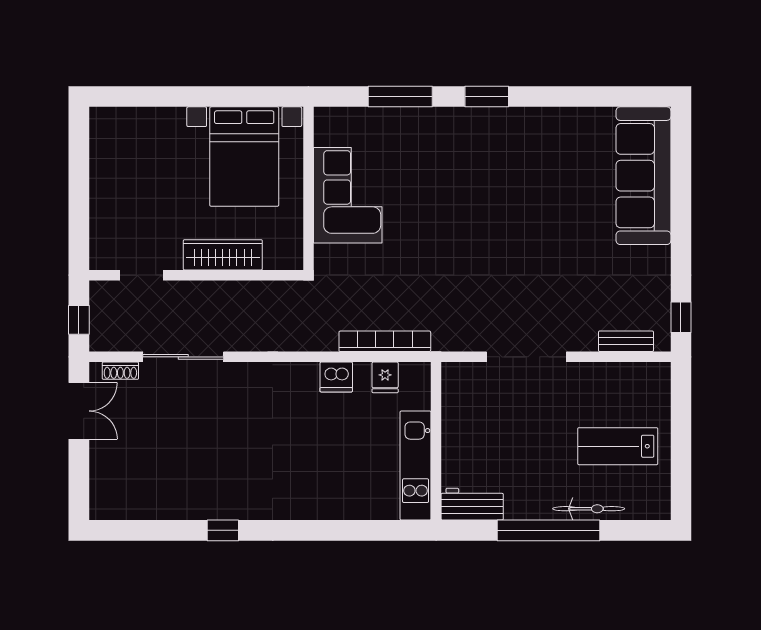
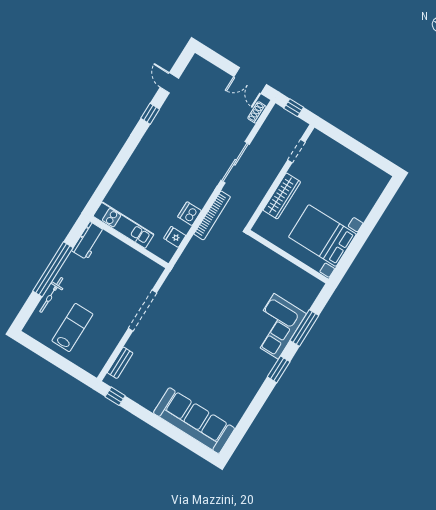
corner sofa: (348, 195) -> (276, 326), moved, turned 90
bookcase: (385, 341) -> (212, 215), moved
sliding door: (183, 357) -> (235, 162), moved
door: (158, 530) -> (169, 83), added

